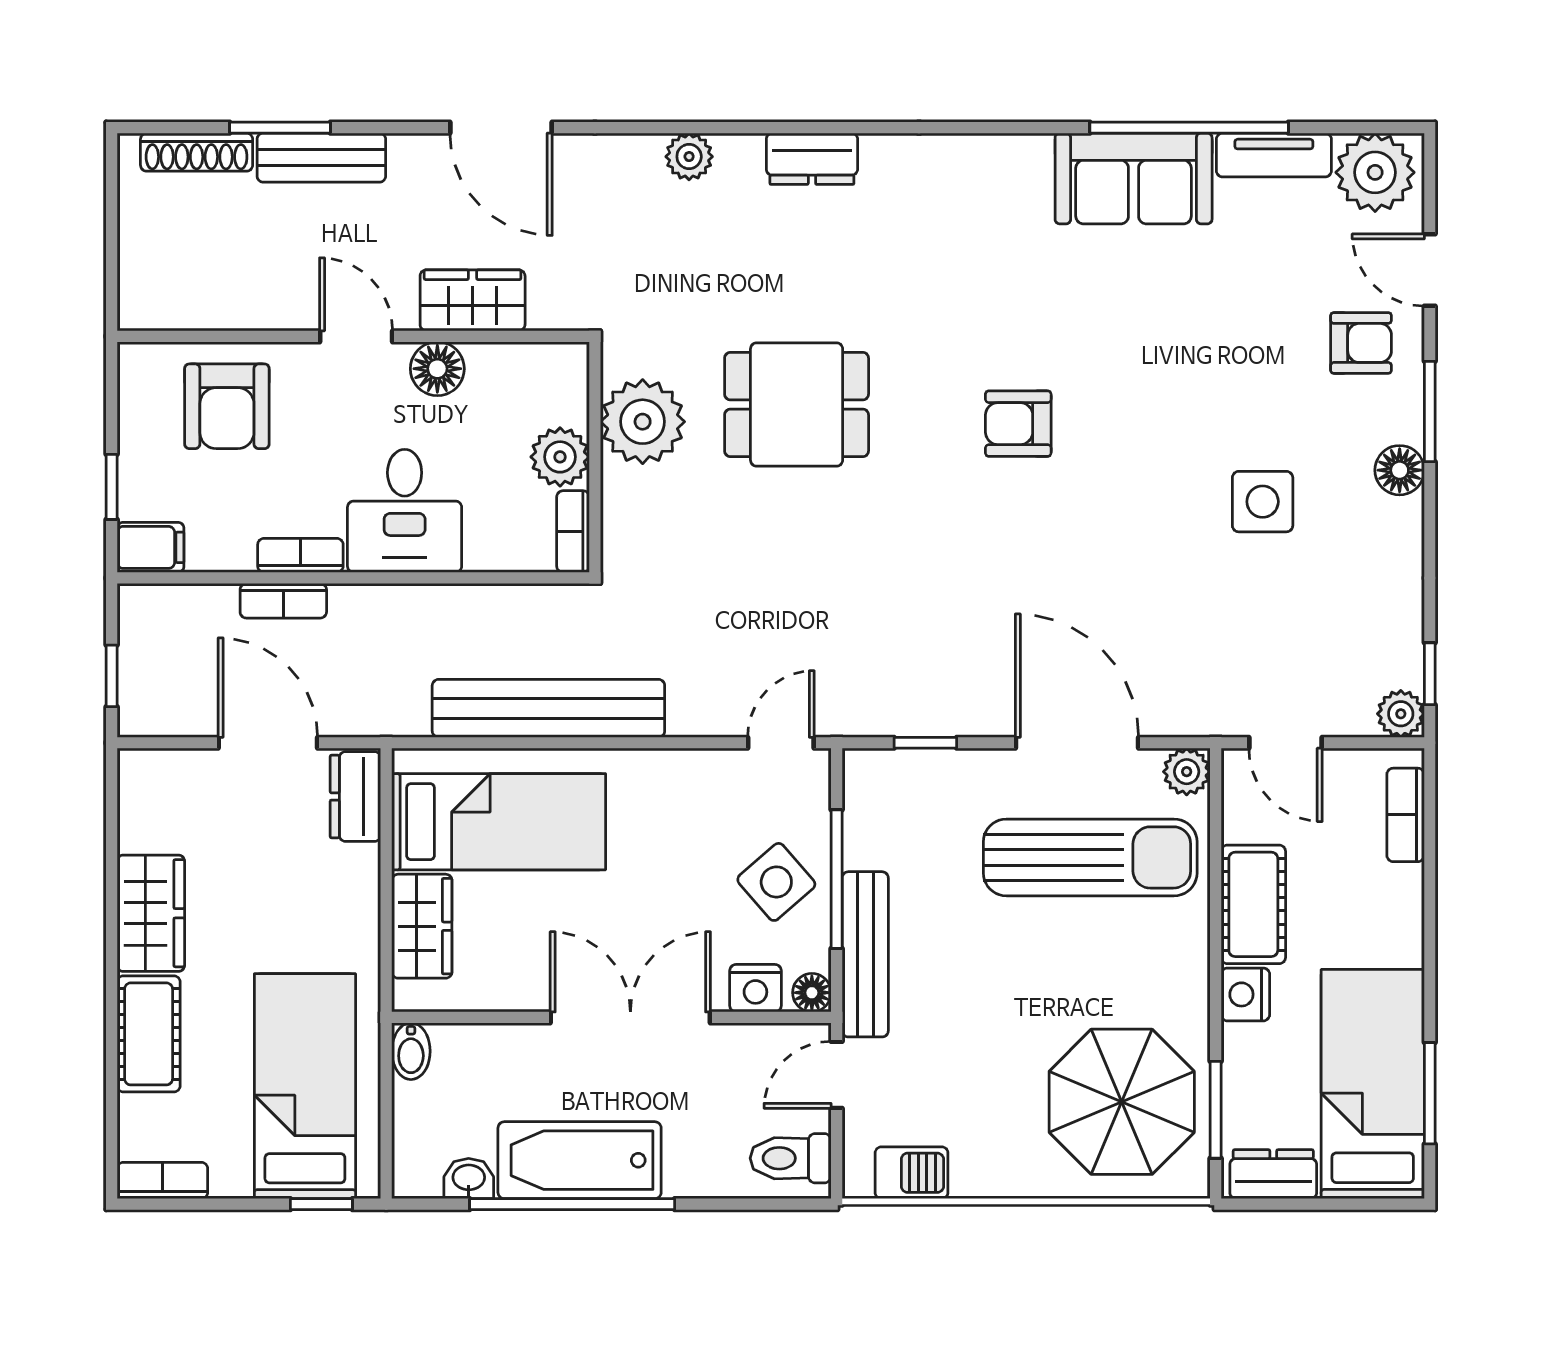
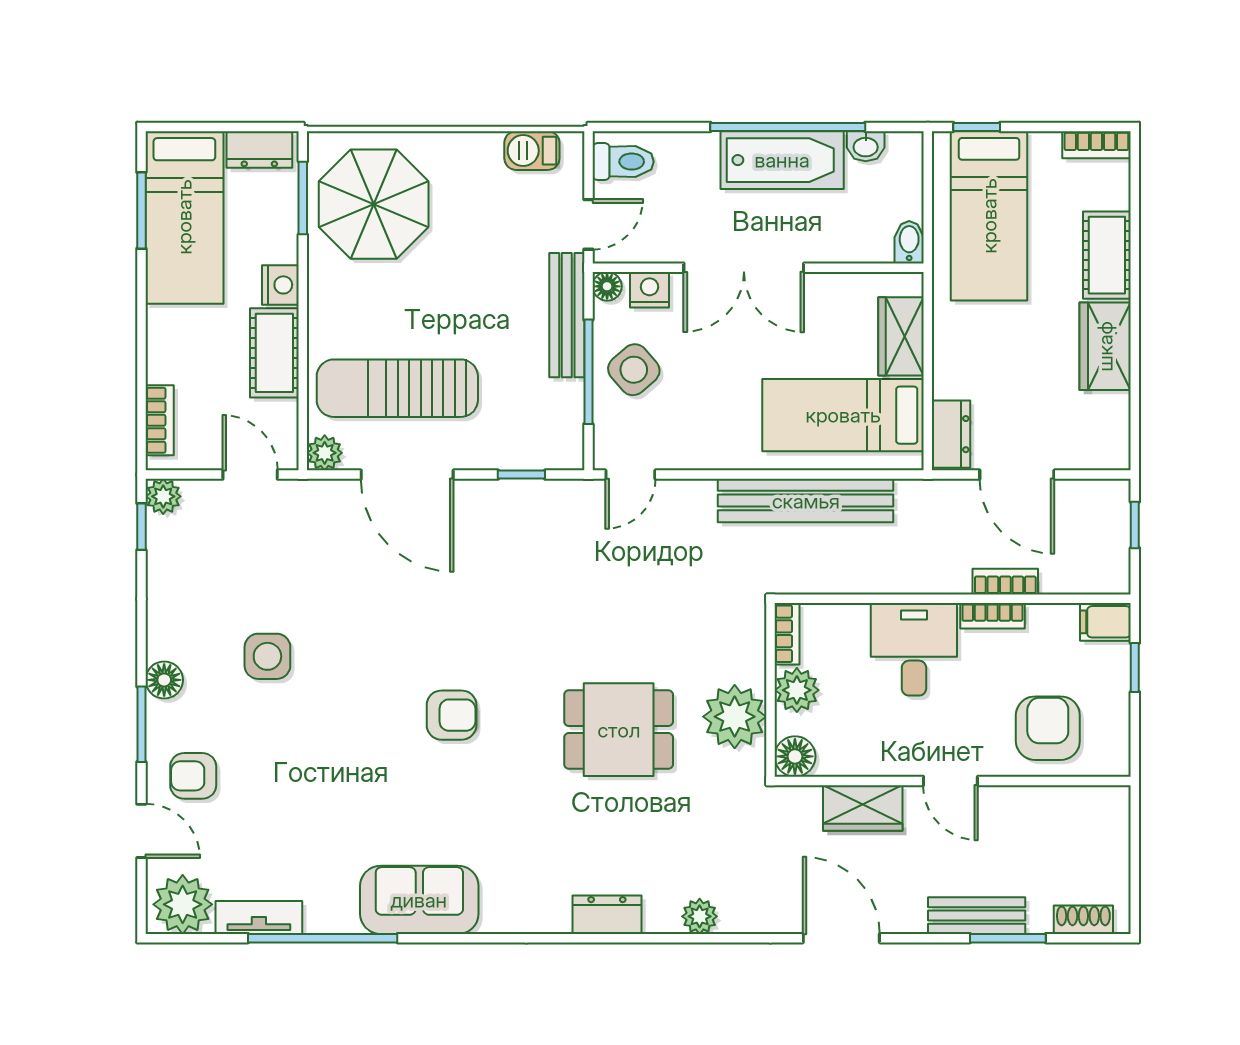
shoe rack: (197, 152) -> (1083, 920), width x0.70
sofa: (1134, 178) -> (419, 900), moved
floor lamp: (437, 369) -> (795, 756), moved

